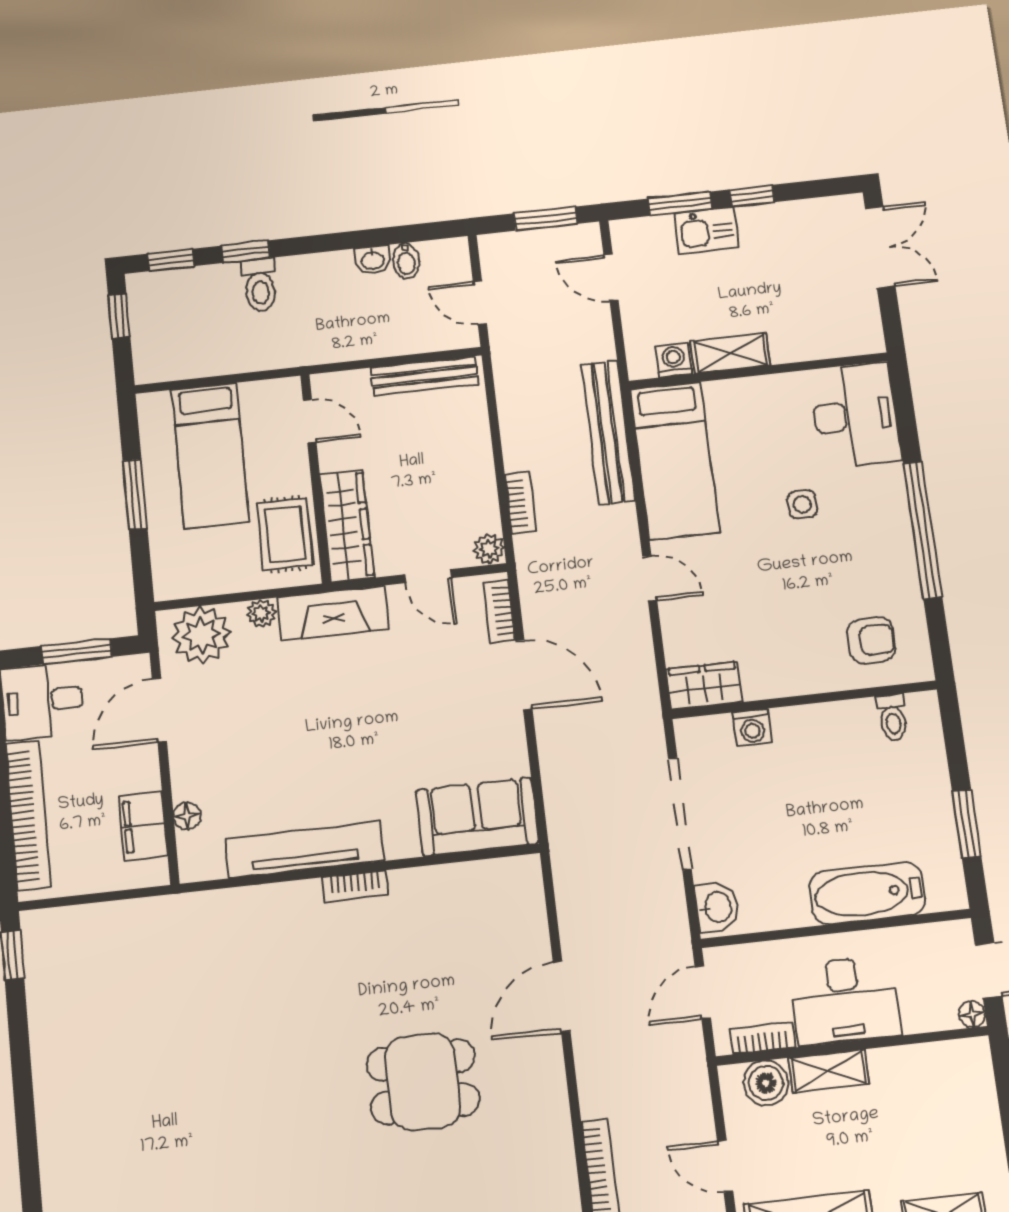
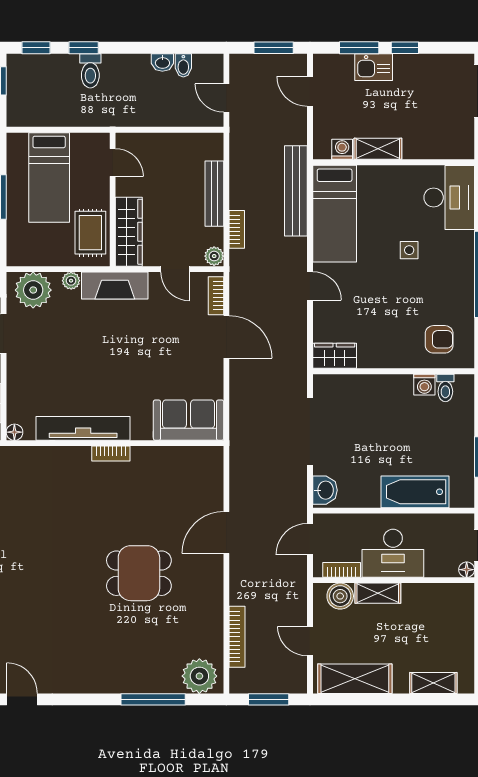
bench: (424, 376) -> (214, 194), moved, turned 90
washing machine: (752, 727) -> (424, 385), moved
floor lamp: (187, 816) -> (14, 432), moved

